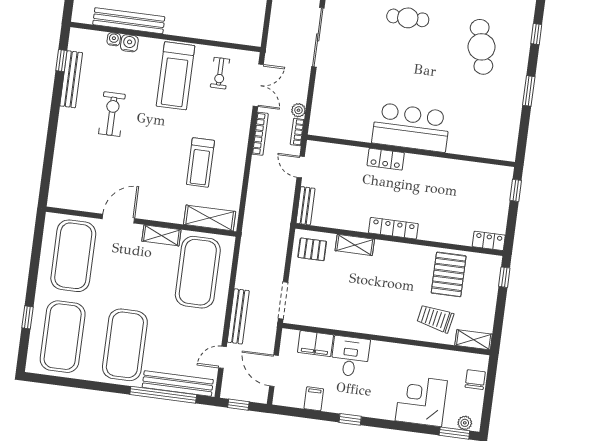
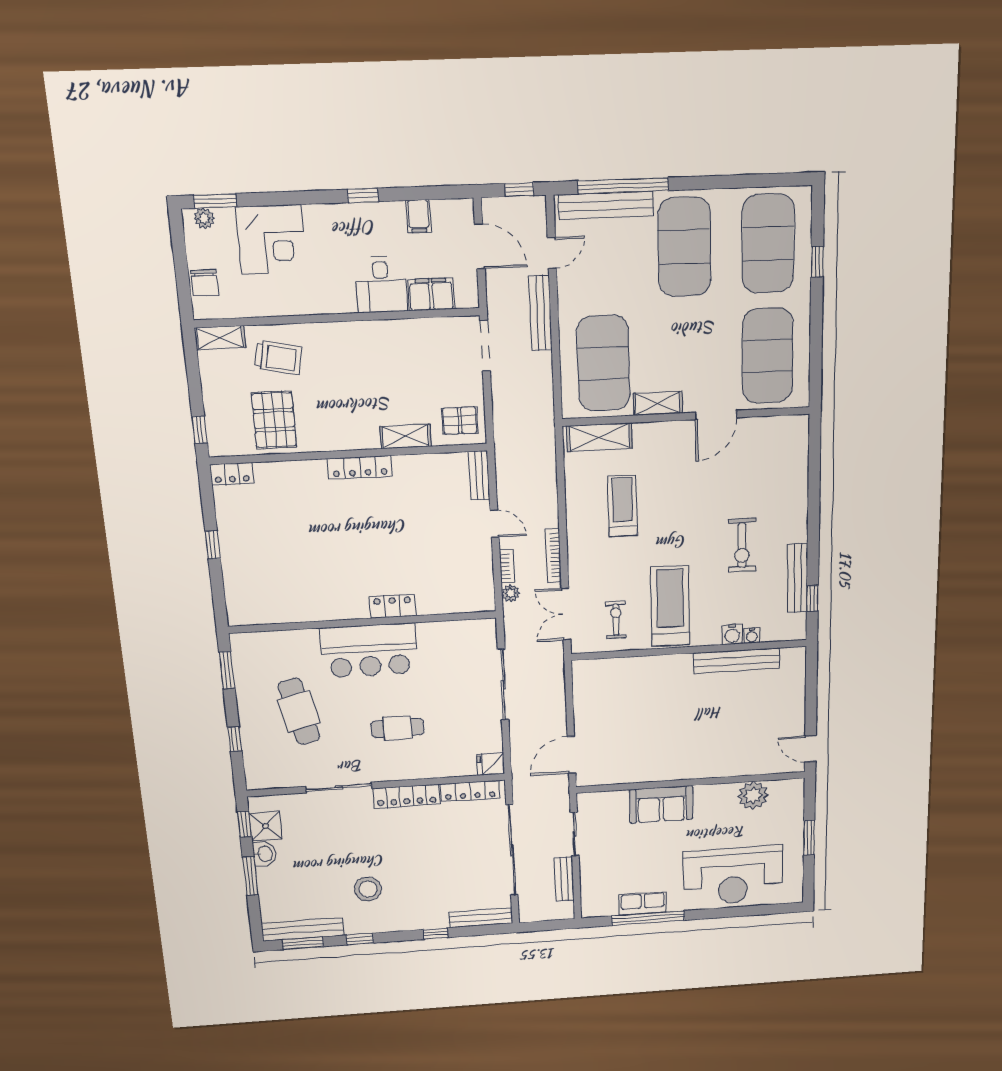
bar counter: (411, 127) -> (369, 651), moved
wall: (411, 151) -> (363, 622), moved
locker: (386, 159) -> (392, 606), moved

